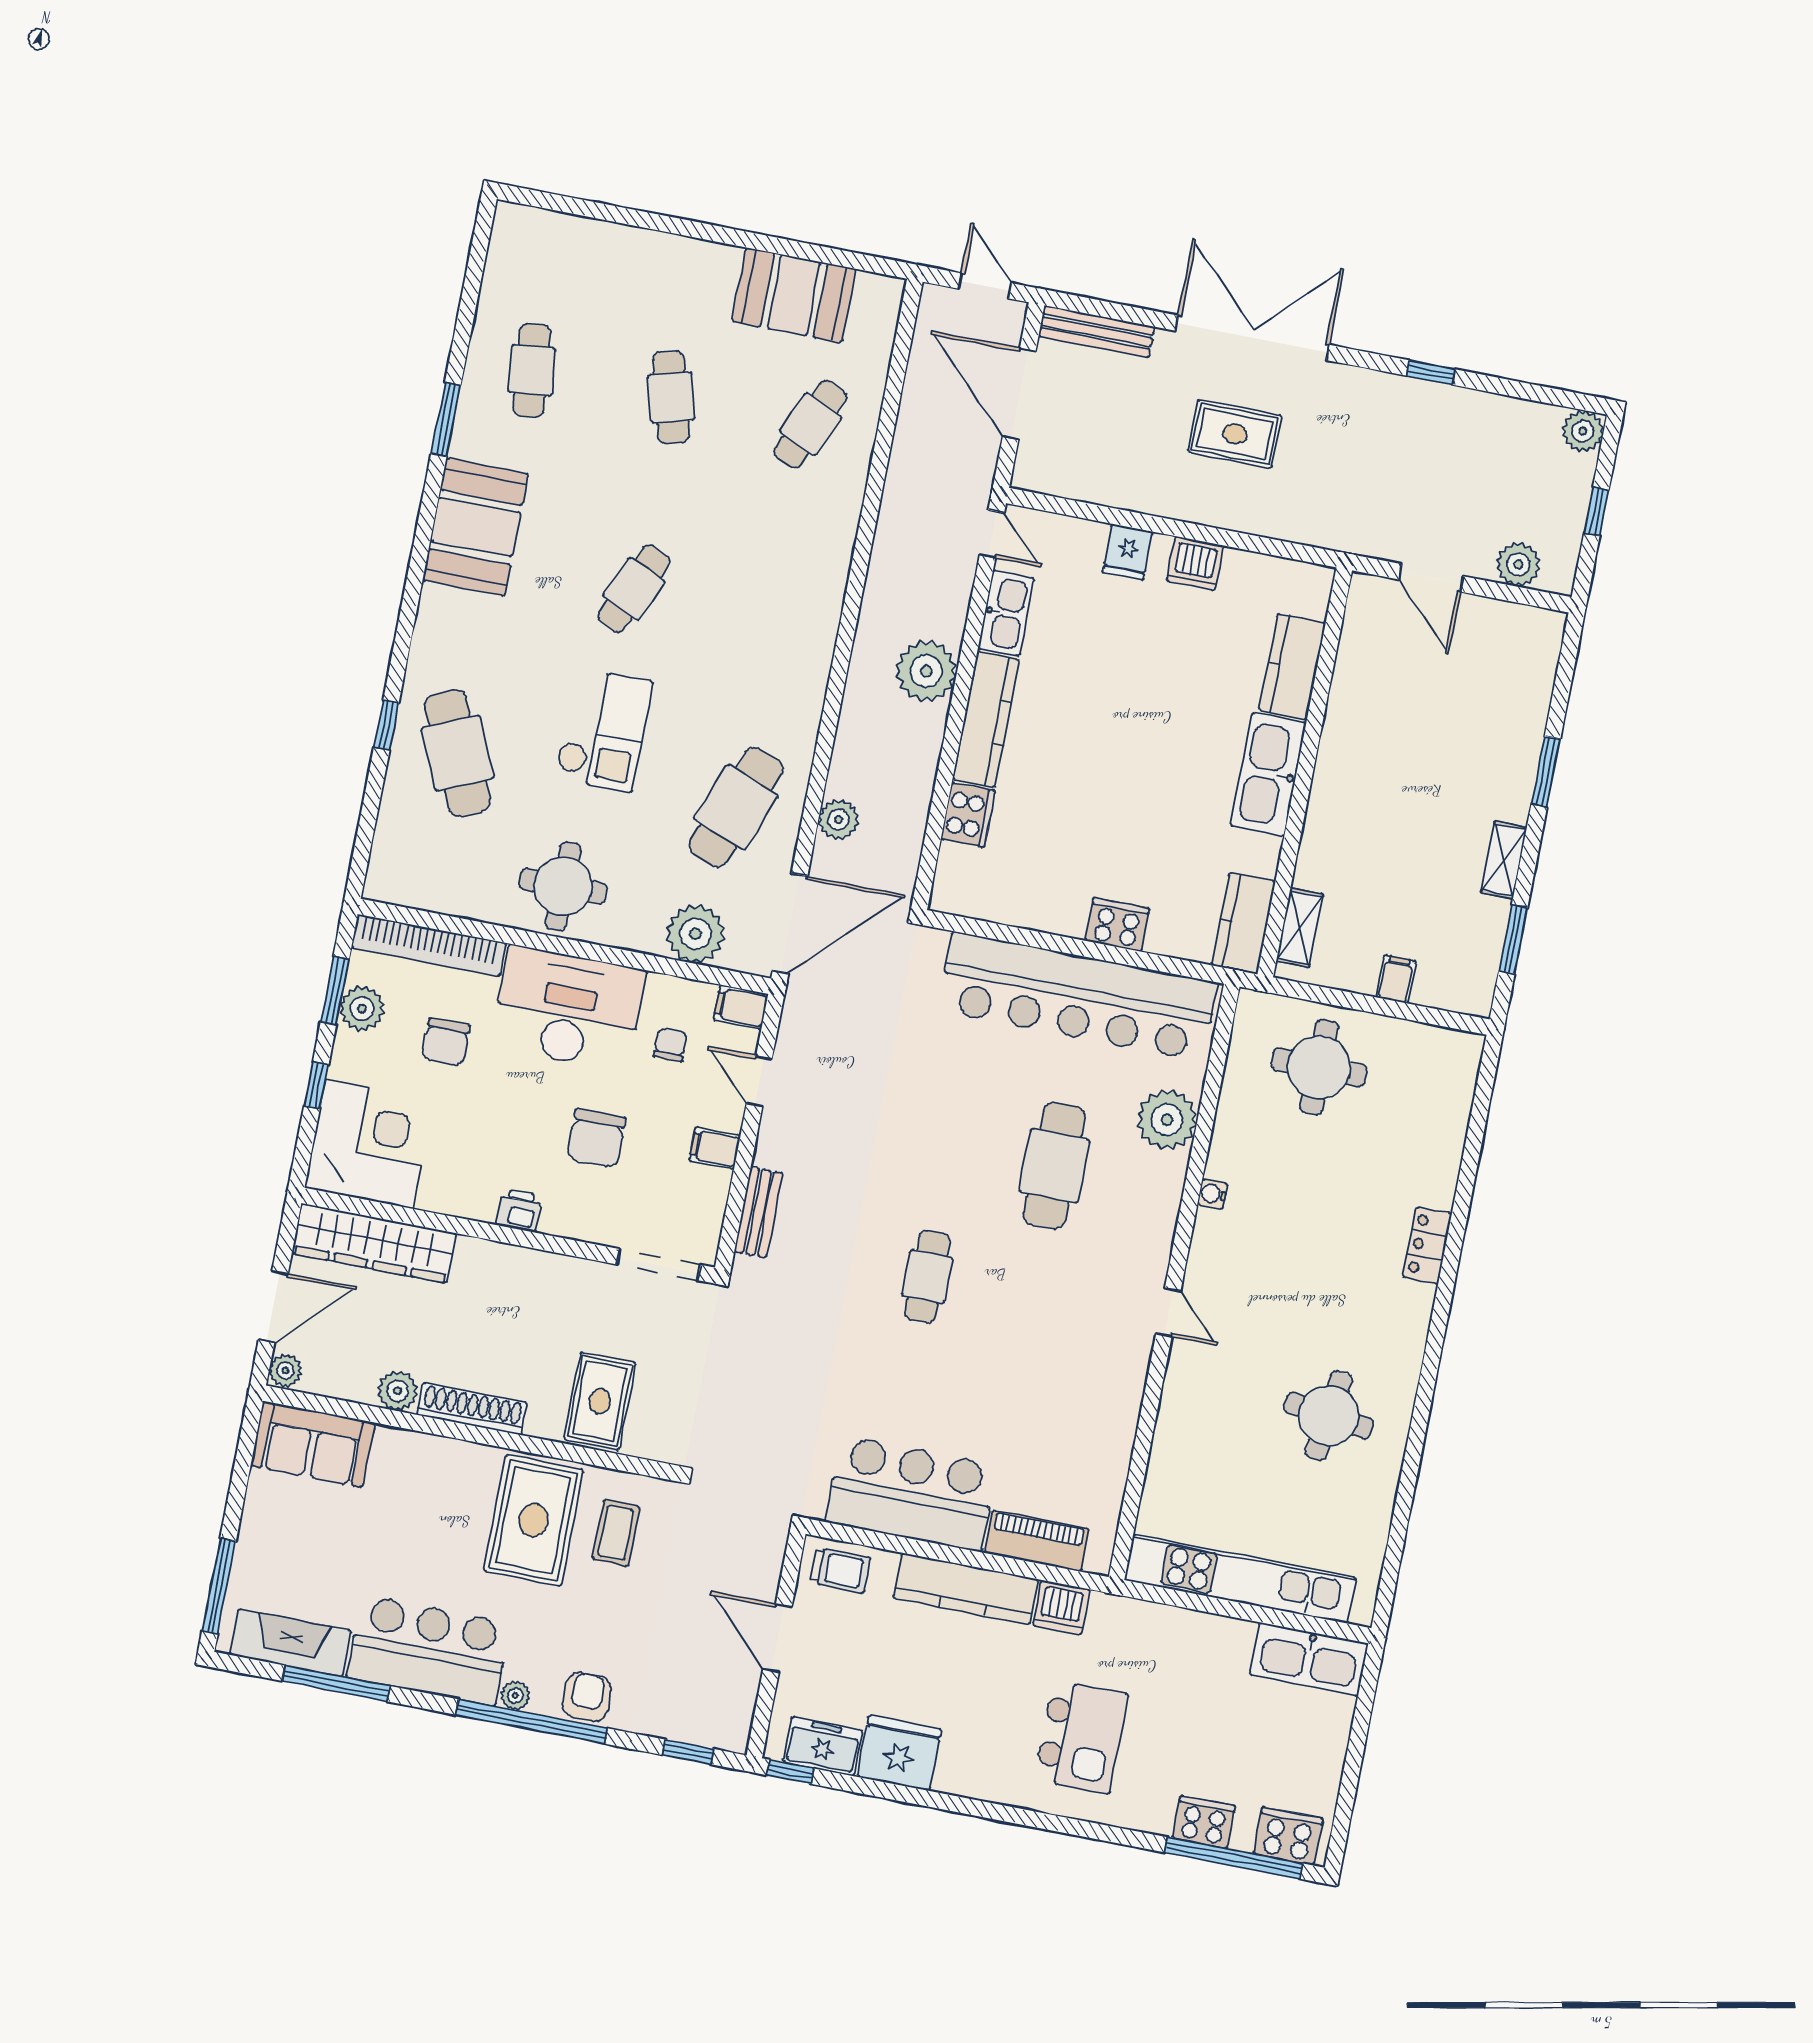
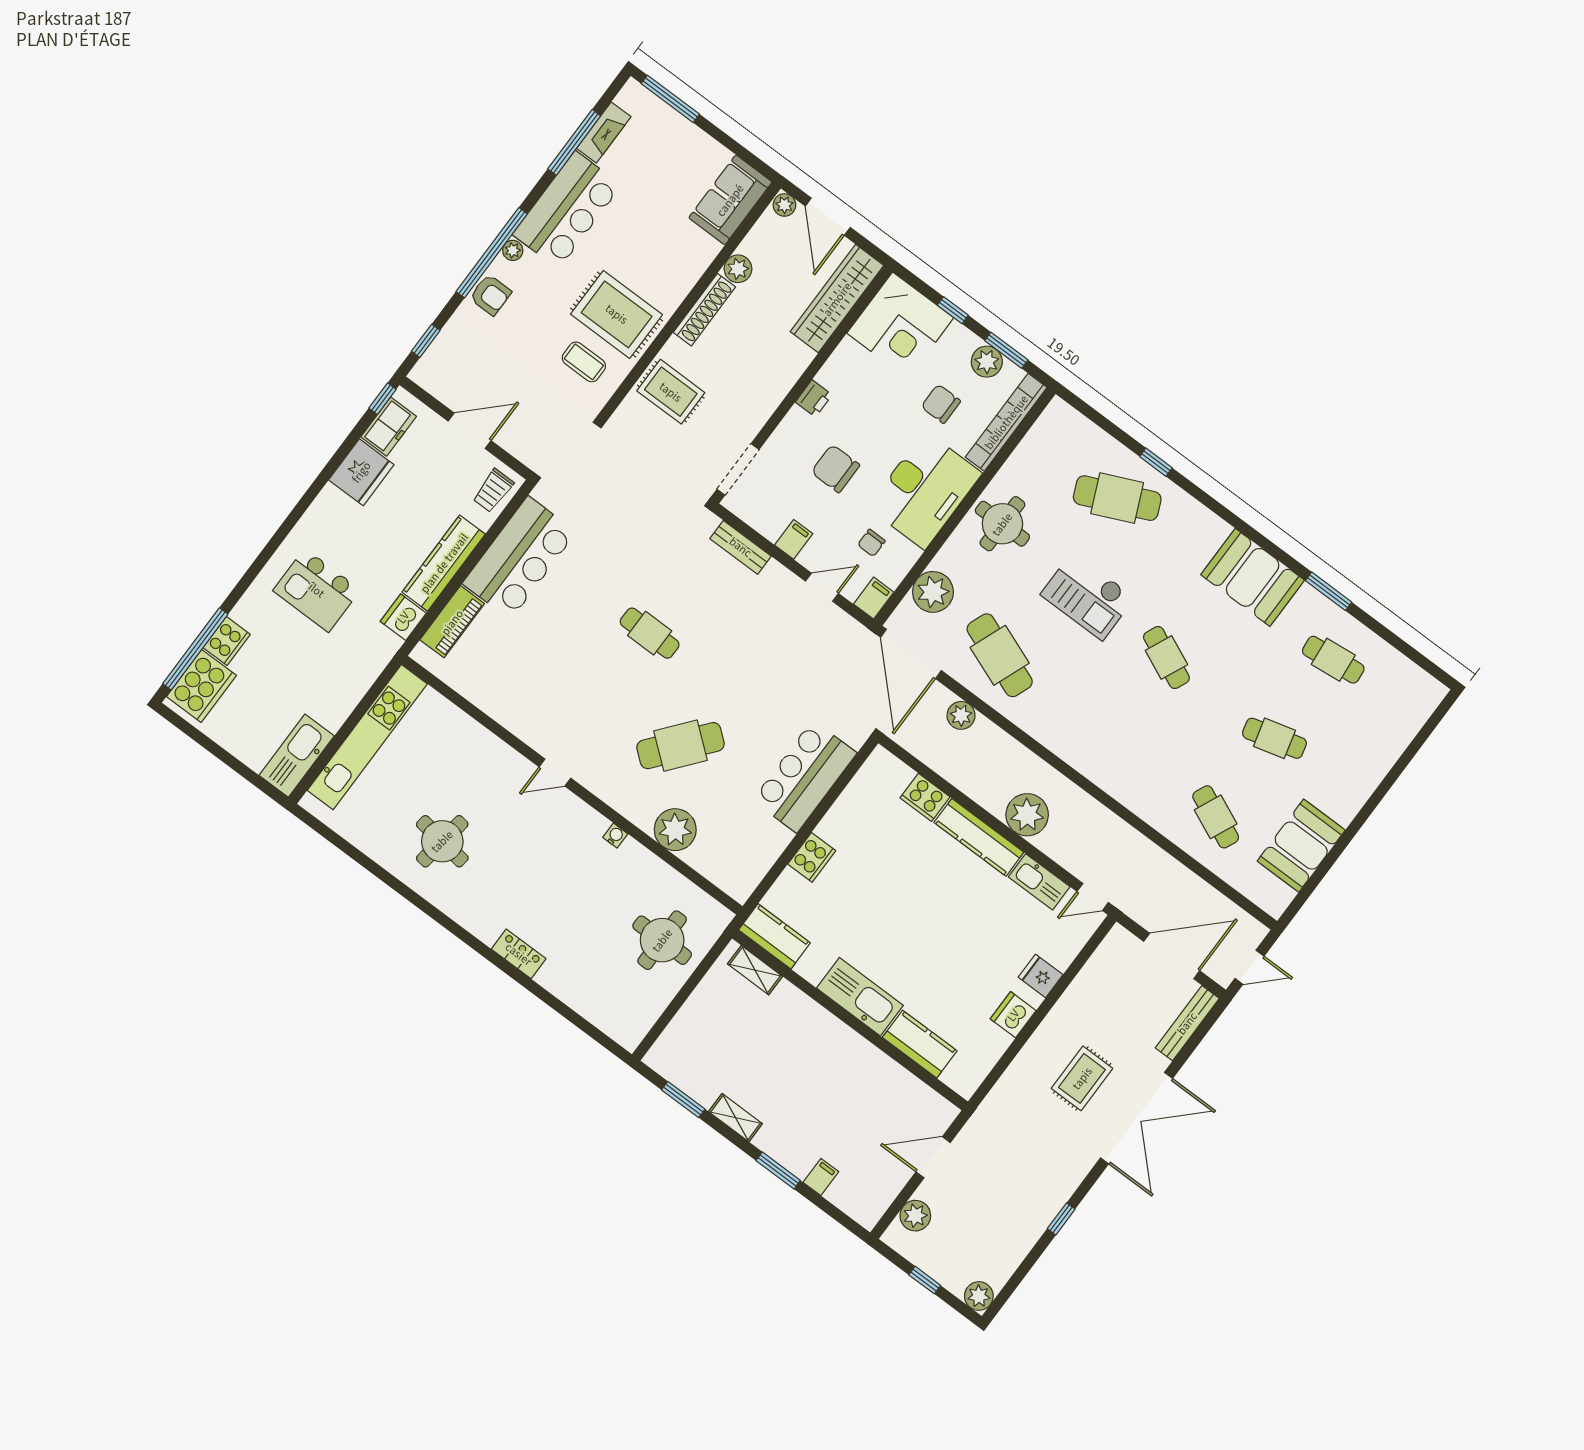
filing cabinet: (1396, 979) -> (821, 1177), moved, turned -90
bar counter: (1078, 997) -> (805, 777), width x0.54
chair: (670, 1045) -> (871, 543), turned 90
cafe table: (1054, 1166) -> (680, 746), turned -51
fireplace: (291, 1643) -> (604, 133), width x0.73, depth x0.76
cooker: (1288, 1836) -> (201, 686), width x1.37, depth x1.31

